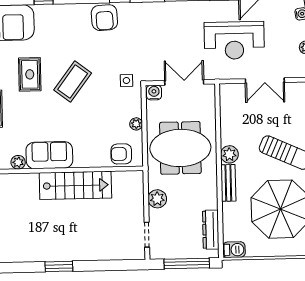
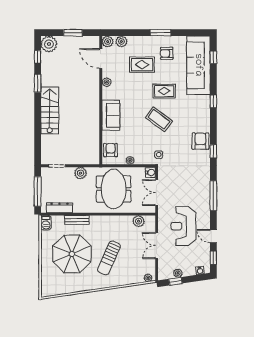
armchair: (104, 18) -> (200, 141), turned 93
double door: (184, 82) -> (157, 193), swing flipped
plant: (229, 154) -> (139, 221), moved
sofa: (49, 155) -> (111, 115), moved
bench: (228, 183) -> (77, 220), moved
stairs: (75, 185) -> (50, 110), moved, turned 180
window: (59, 266) -> (38, 83), moved

